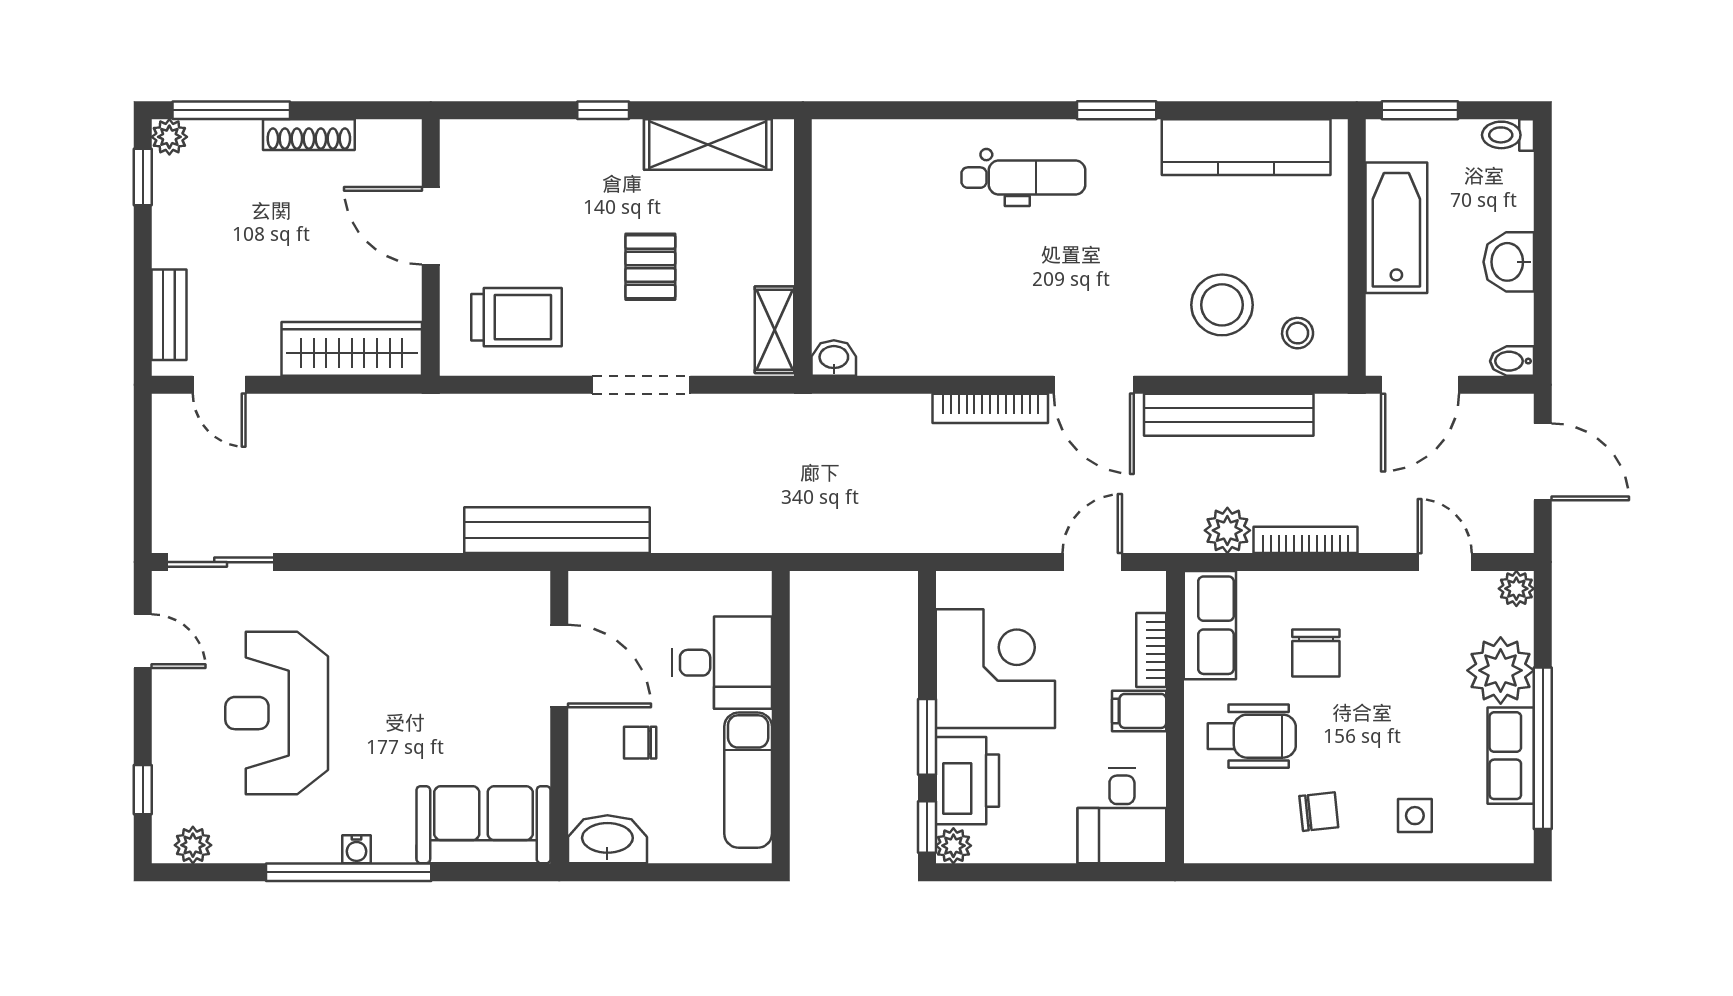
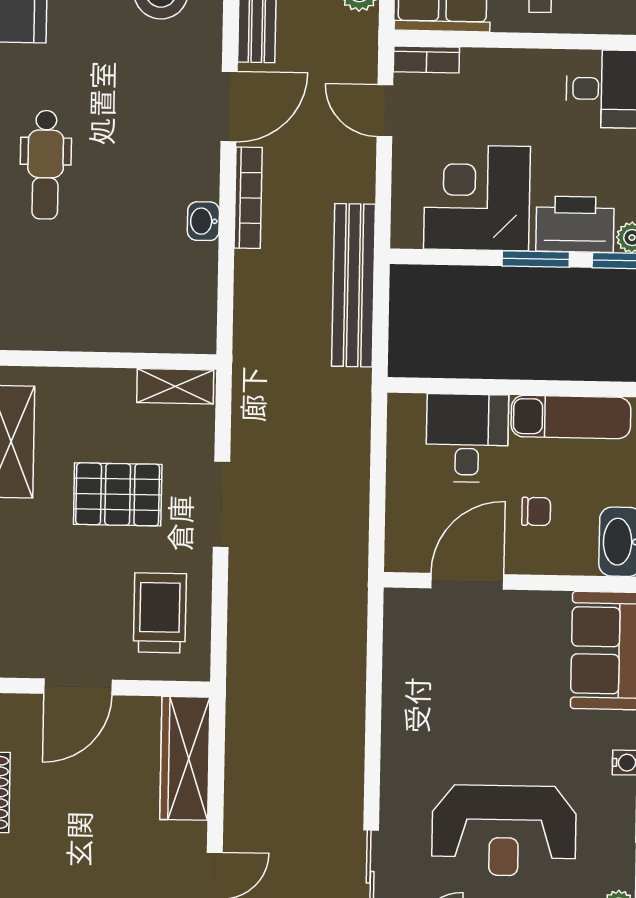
dental chair: (1023, 178) -> (46, 165), turned 180
pallet: (650, 267) -> (118, 494), width x1.50, depth x1.42
washbasin: (834, 358) -> (203, 221), moved
bench: (557, 530) -> (353, 285), moved
bookcase: (1151, 650) -> (426, 60), moved
filing cabinet: (1139, 711) -> (517, 72), removed
chair: (640, 743) -> (536, 511), turned -90

